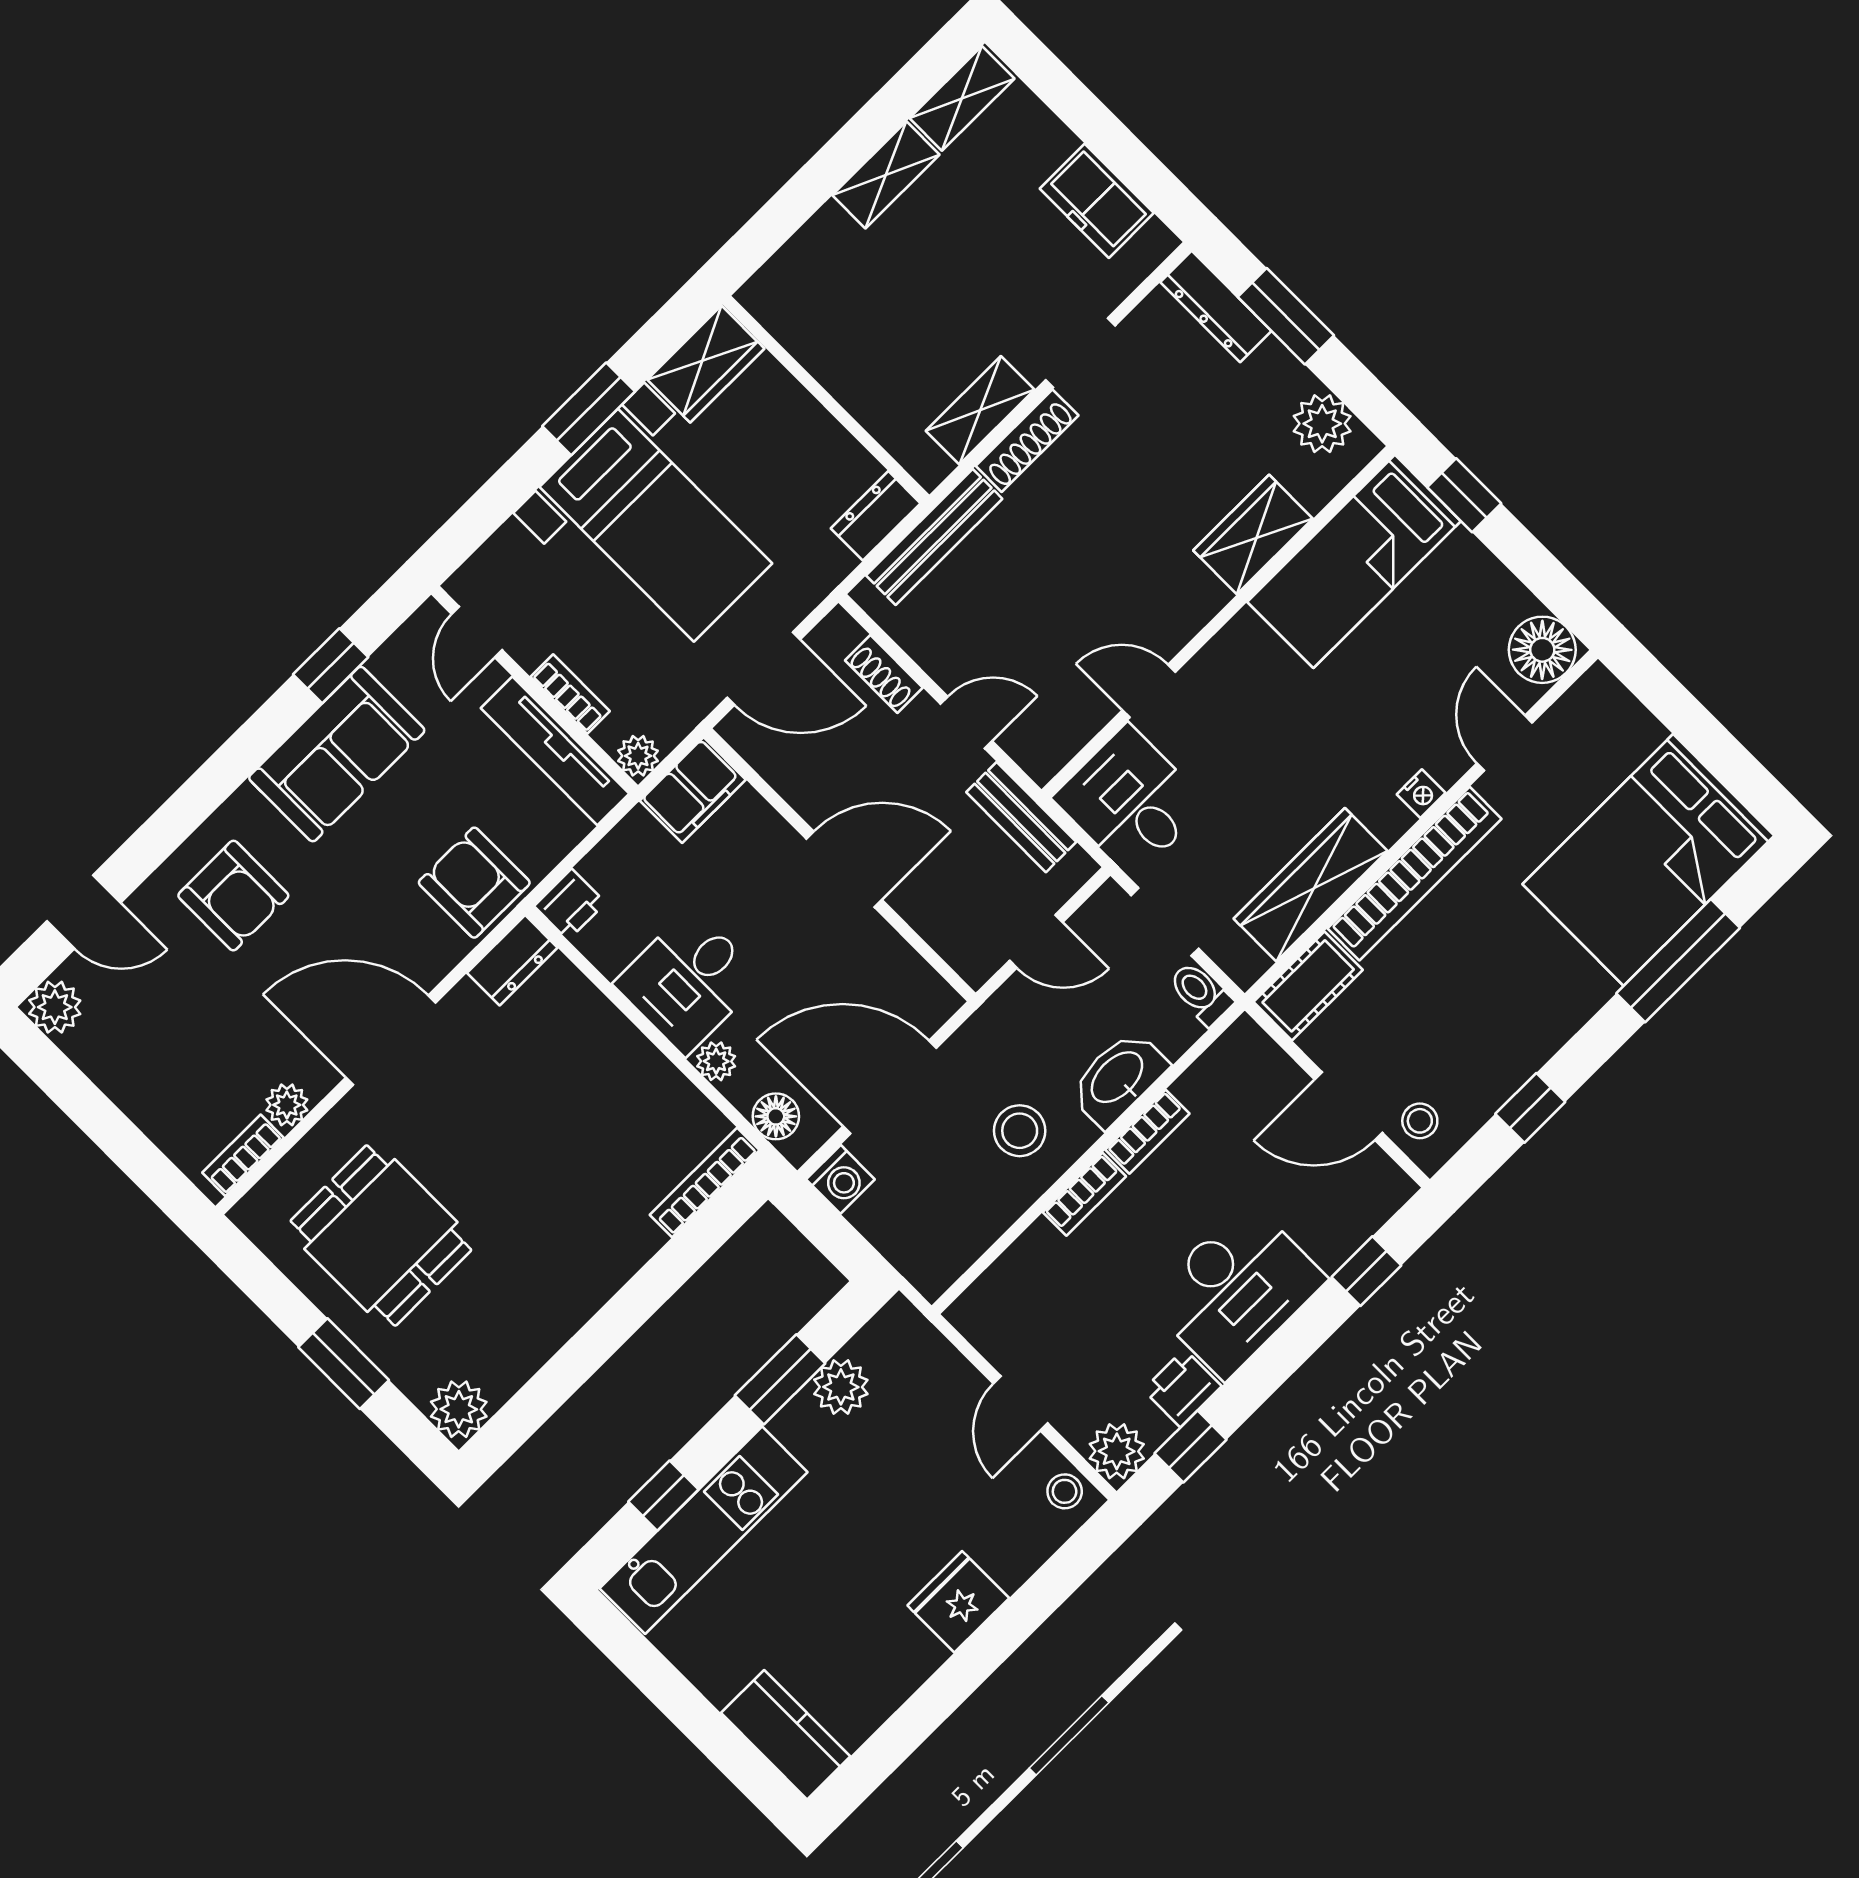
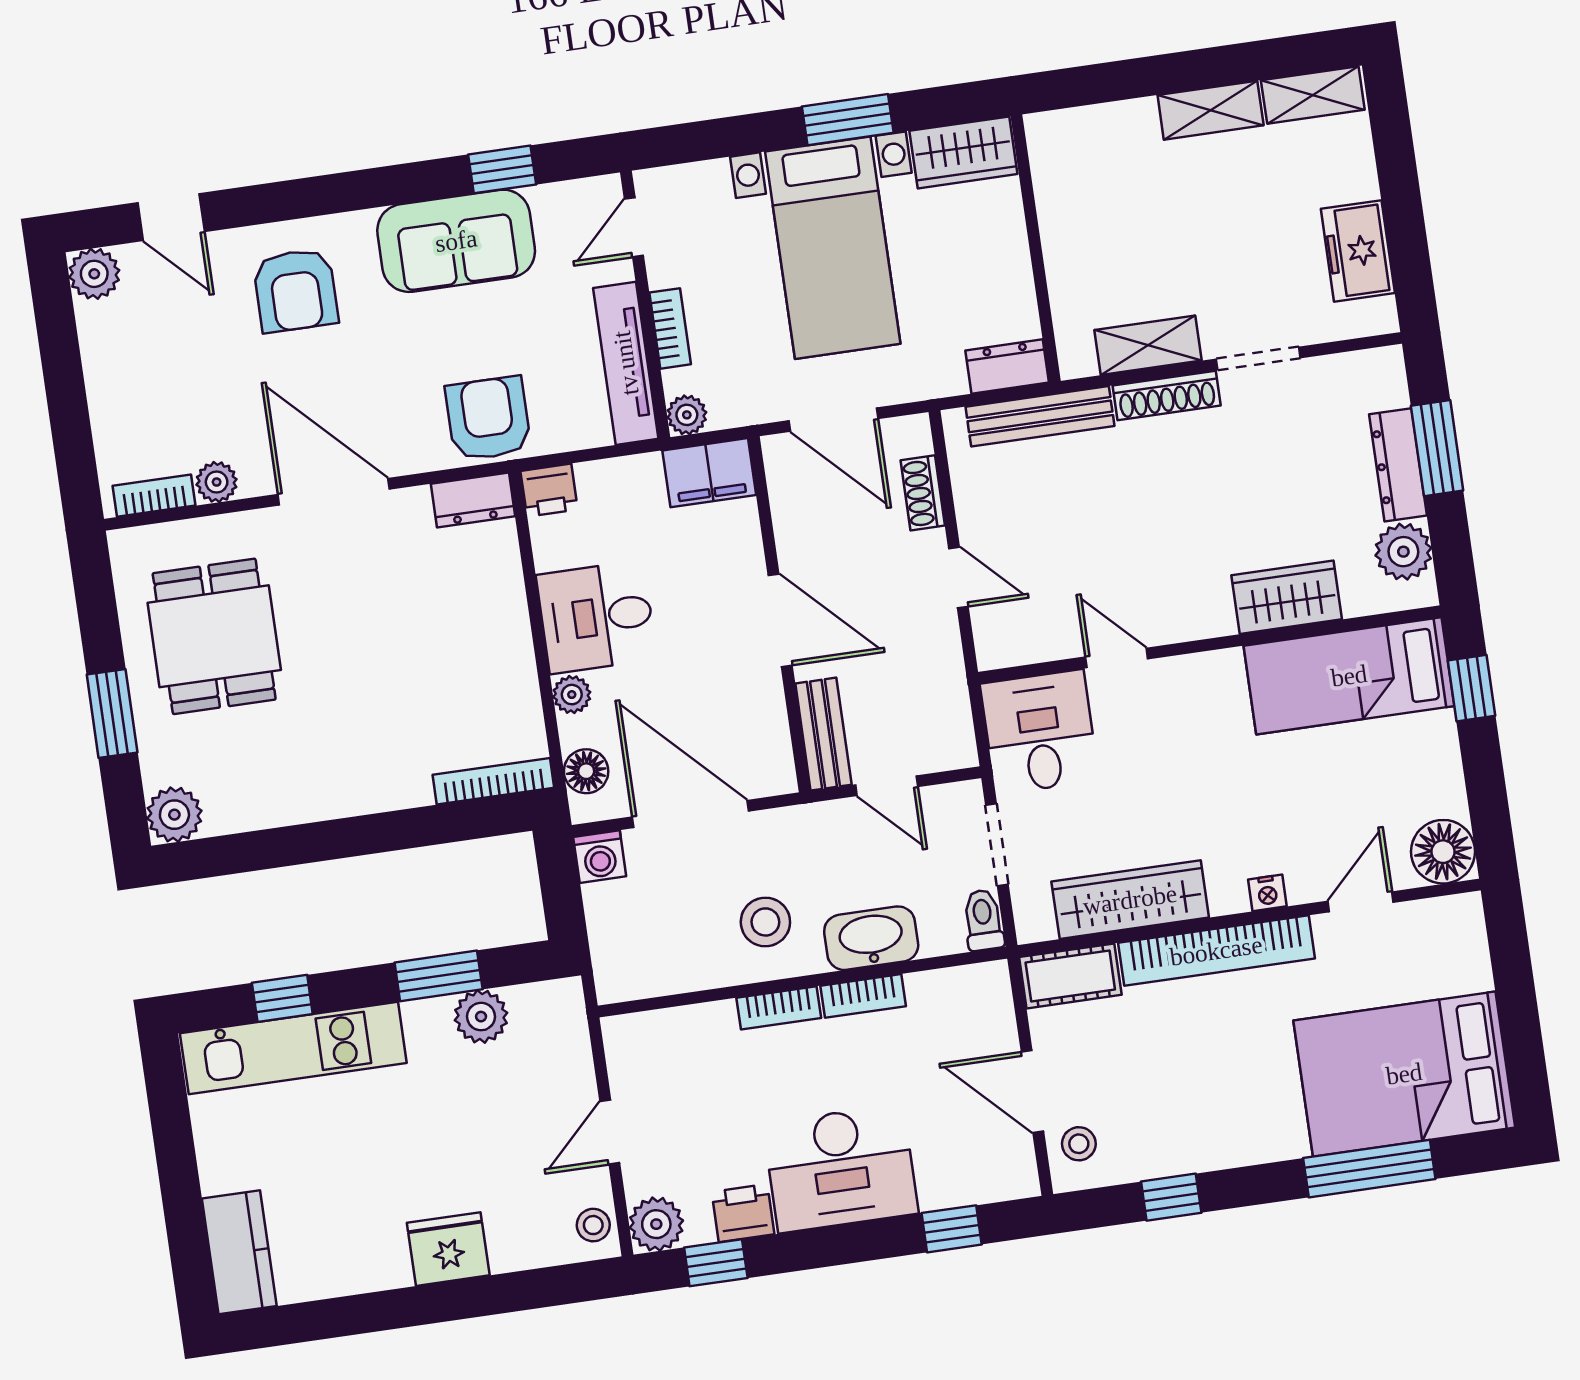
dresser: (1216, 307) -> (1398, 465), moved
bench: (1021, 817) -> (823, 734), moved

